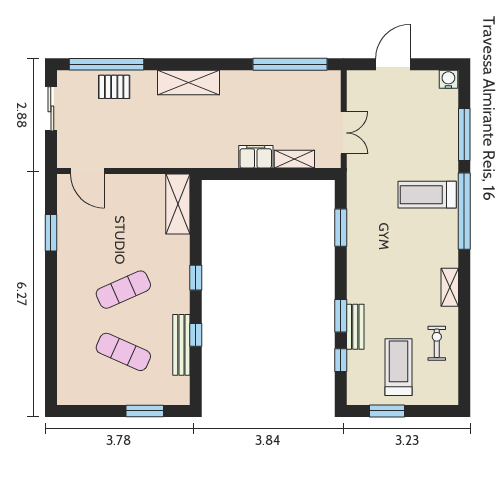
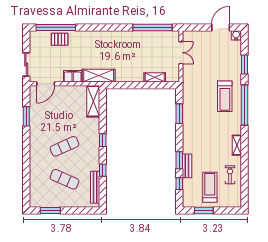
door: (393, 64) -> (221, 27), moved
shelving: (189, 83) -> (99, 76), moved
sliding door: (51, 109) -> (26, 65), moved
double door: (344, 133) -> (181, 53), moved
window: (464, 134) -> (244, 64), width x0.69
filing cabinet: (256, 157) -> (73, 76), moved
door: (87, 171) -> (46, 84), hinge flipped
treadmill: (427, 195) -> (225, 96), turned -90
bench: (181, 345) -> (95, 187), moved
window: (145, 411) -> (50, 210), moved

